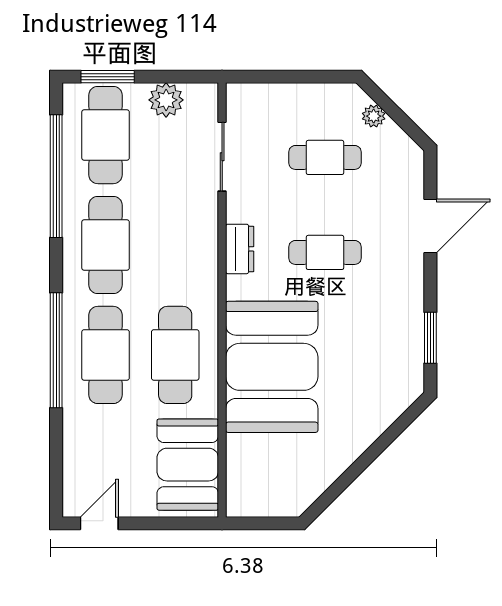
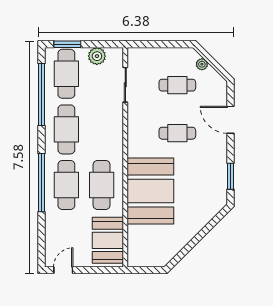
door: (430, 226) -> (231, 120), swing flipped
dresser: (240, 249) -> (134, 131), removed

